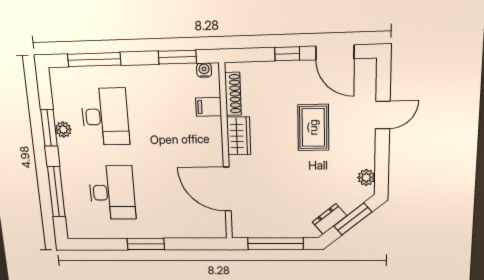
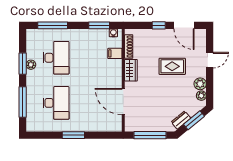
rug: (313, 127) -> (172, 66), turned 90
plant: (364, 157) -> (200, 84), added

